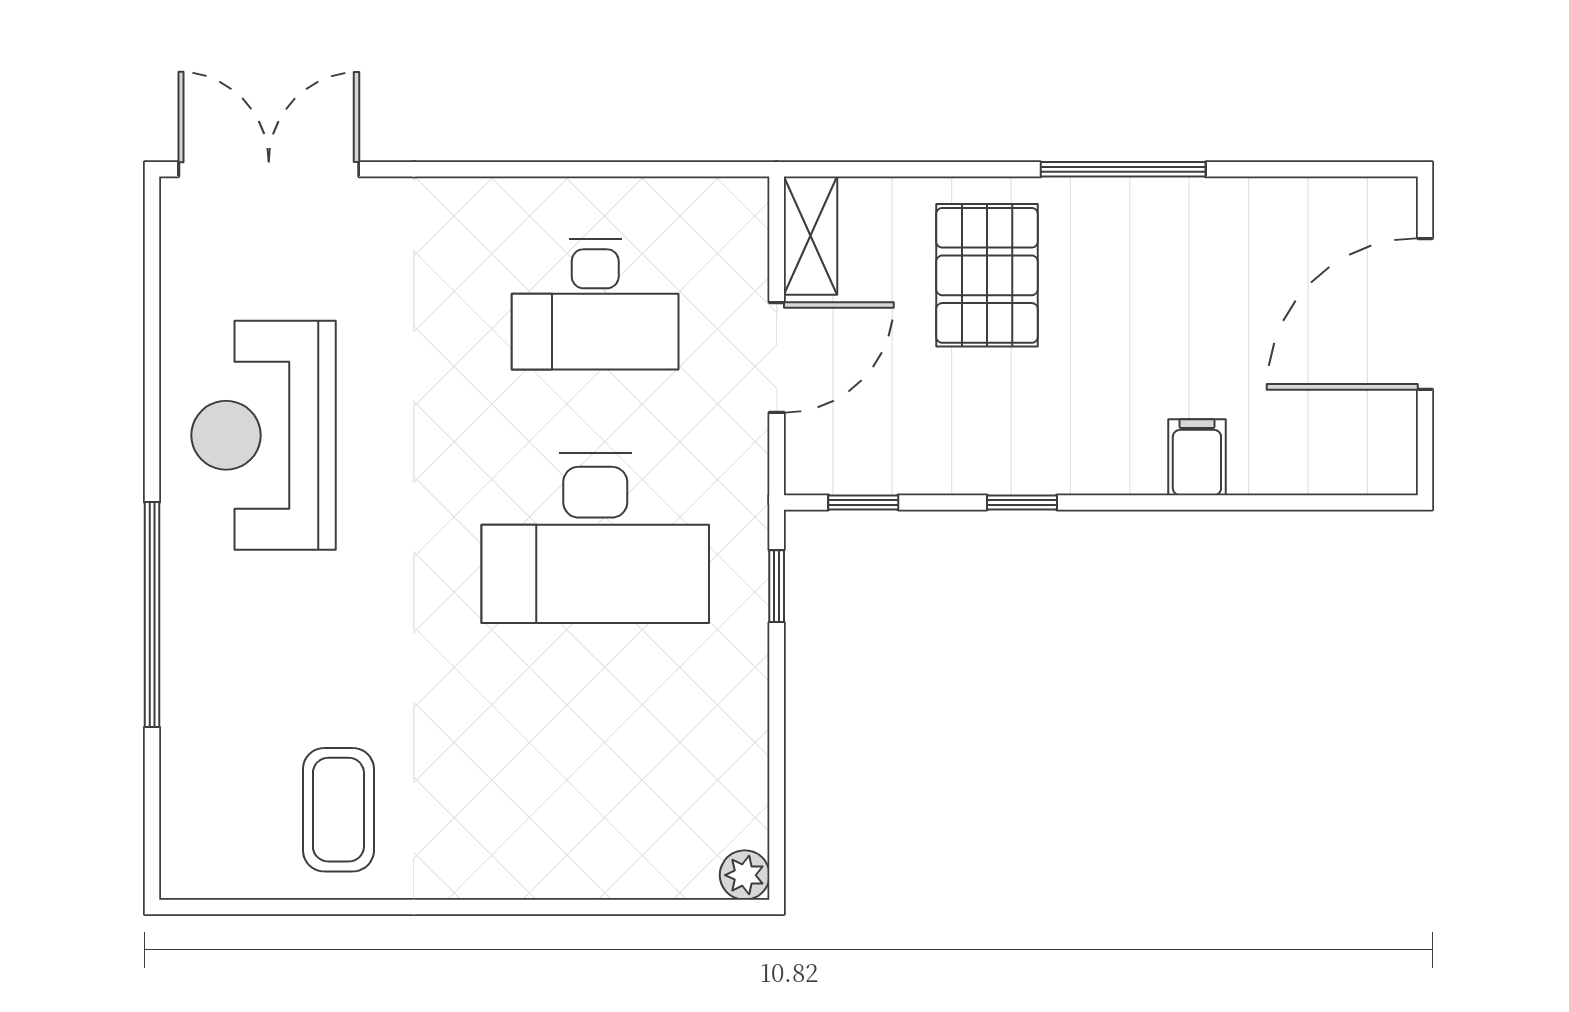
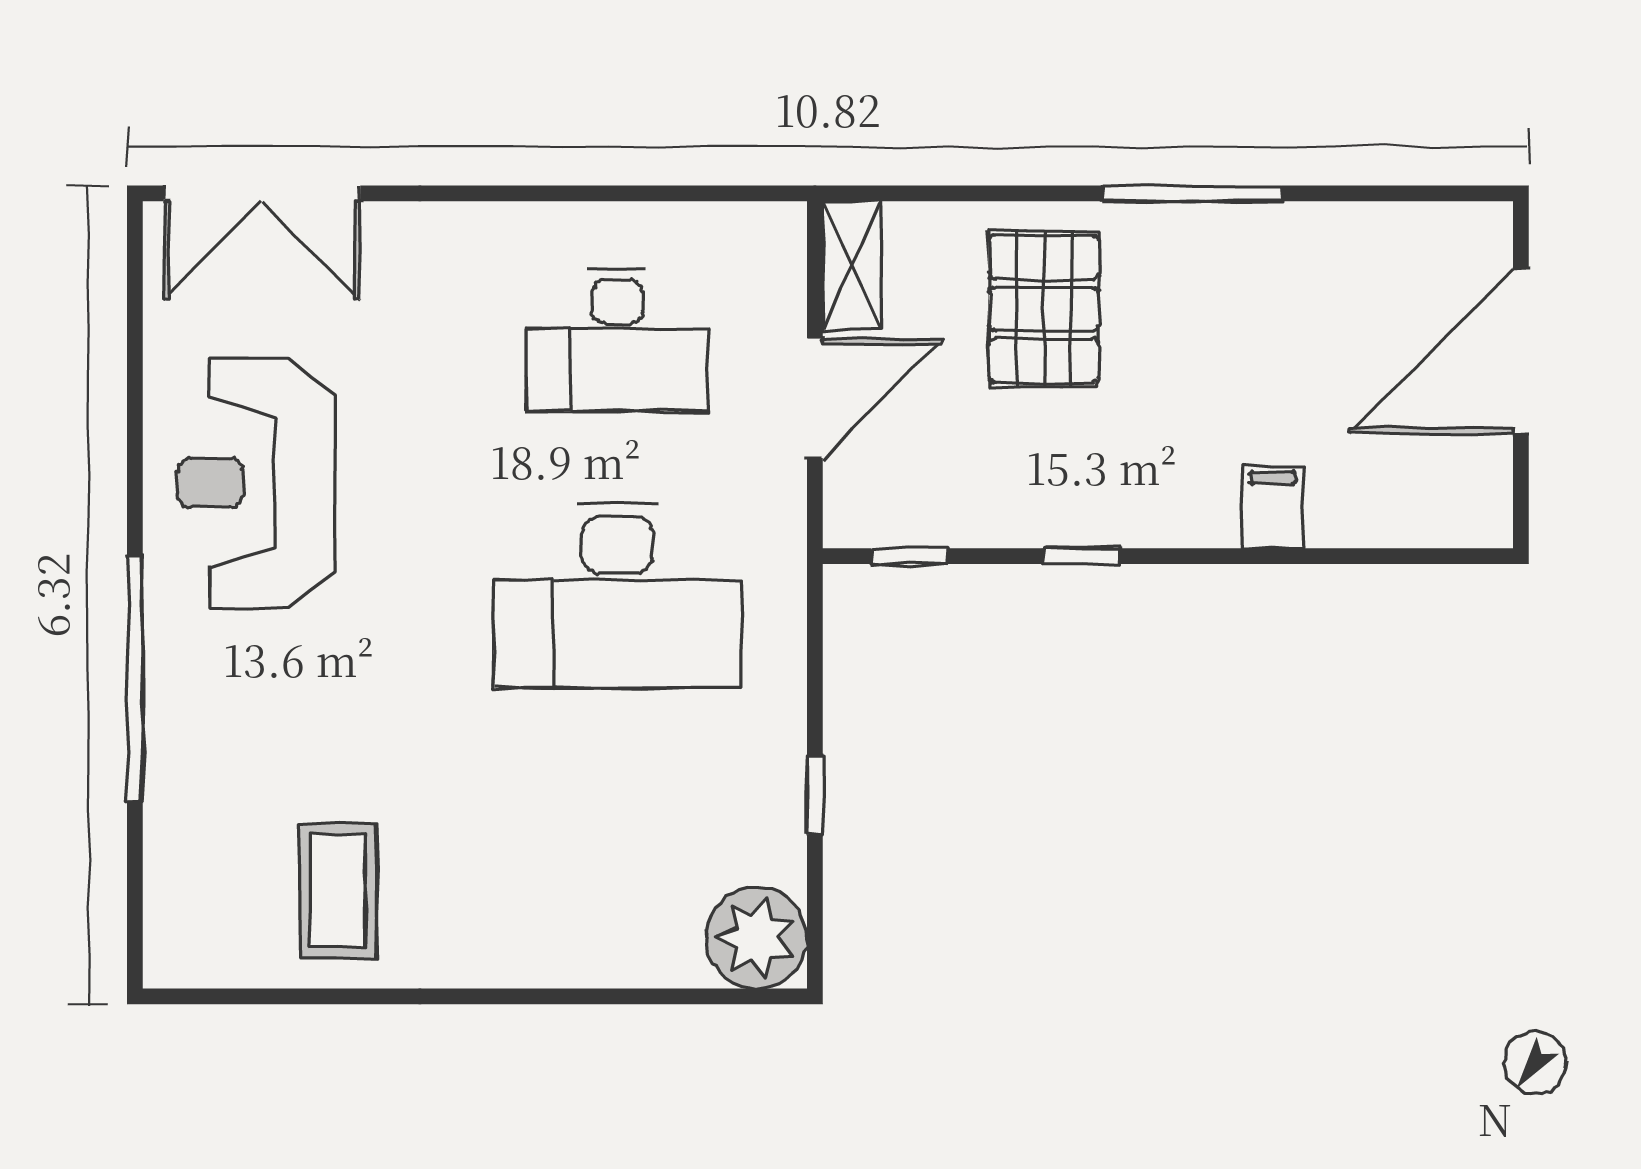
double door: (269, 169) -> (262, 193), swing flipped
window: (777, 586) -> (815, 795), moved
plant: (745, 875) -> (757, 938), width x1.88, depth x1.88

